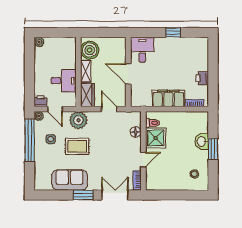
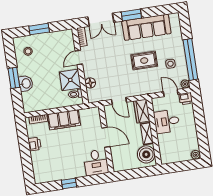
plant: (78, 120) -> (147, 86), removed
sofa: (70, 180) -> (146, 27), width x1.36
window: (180, 195) -> (39, 29), added

